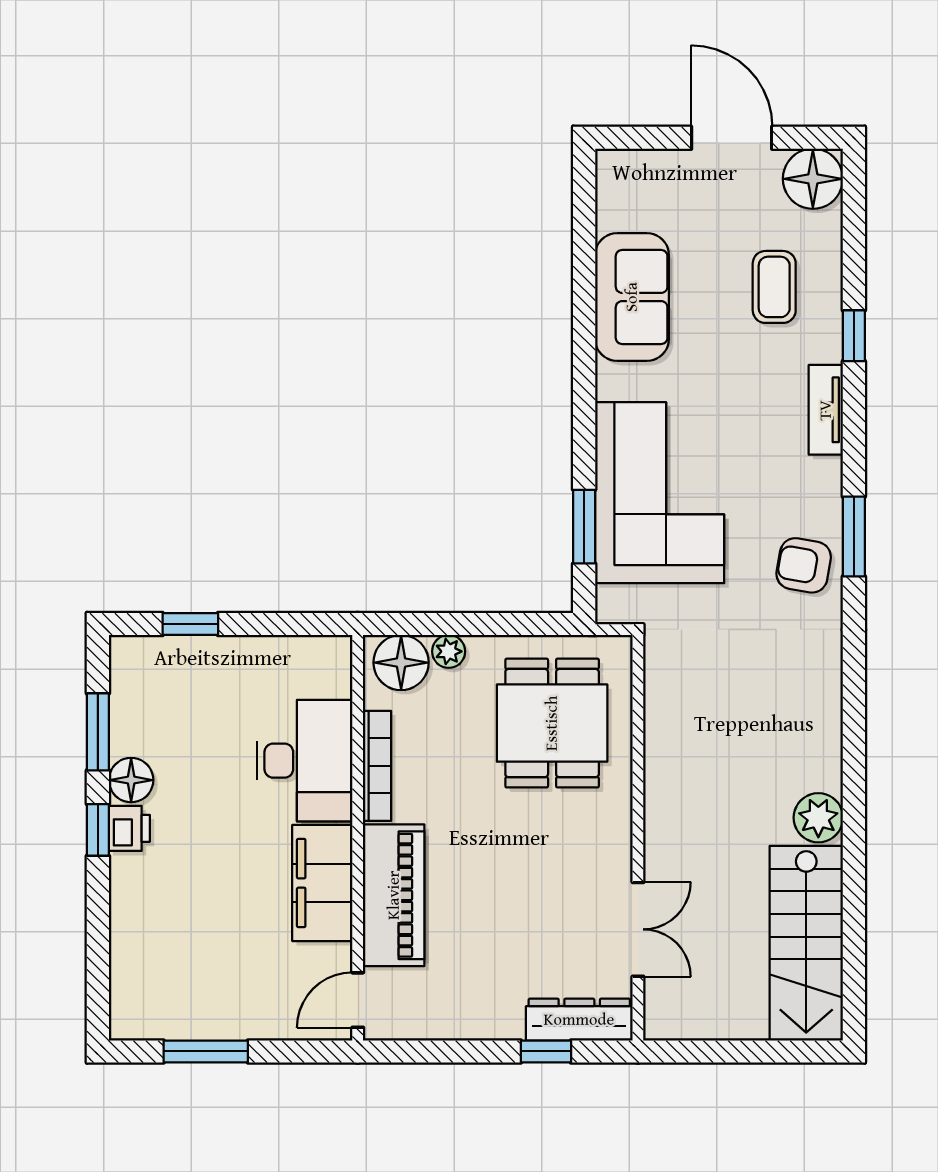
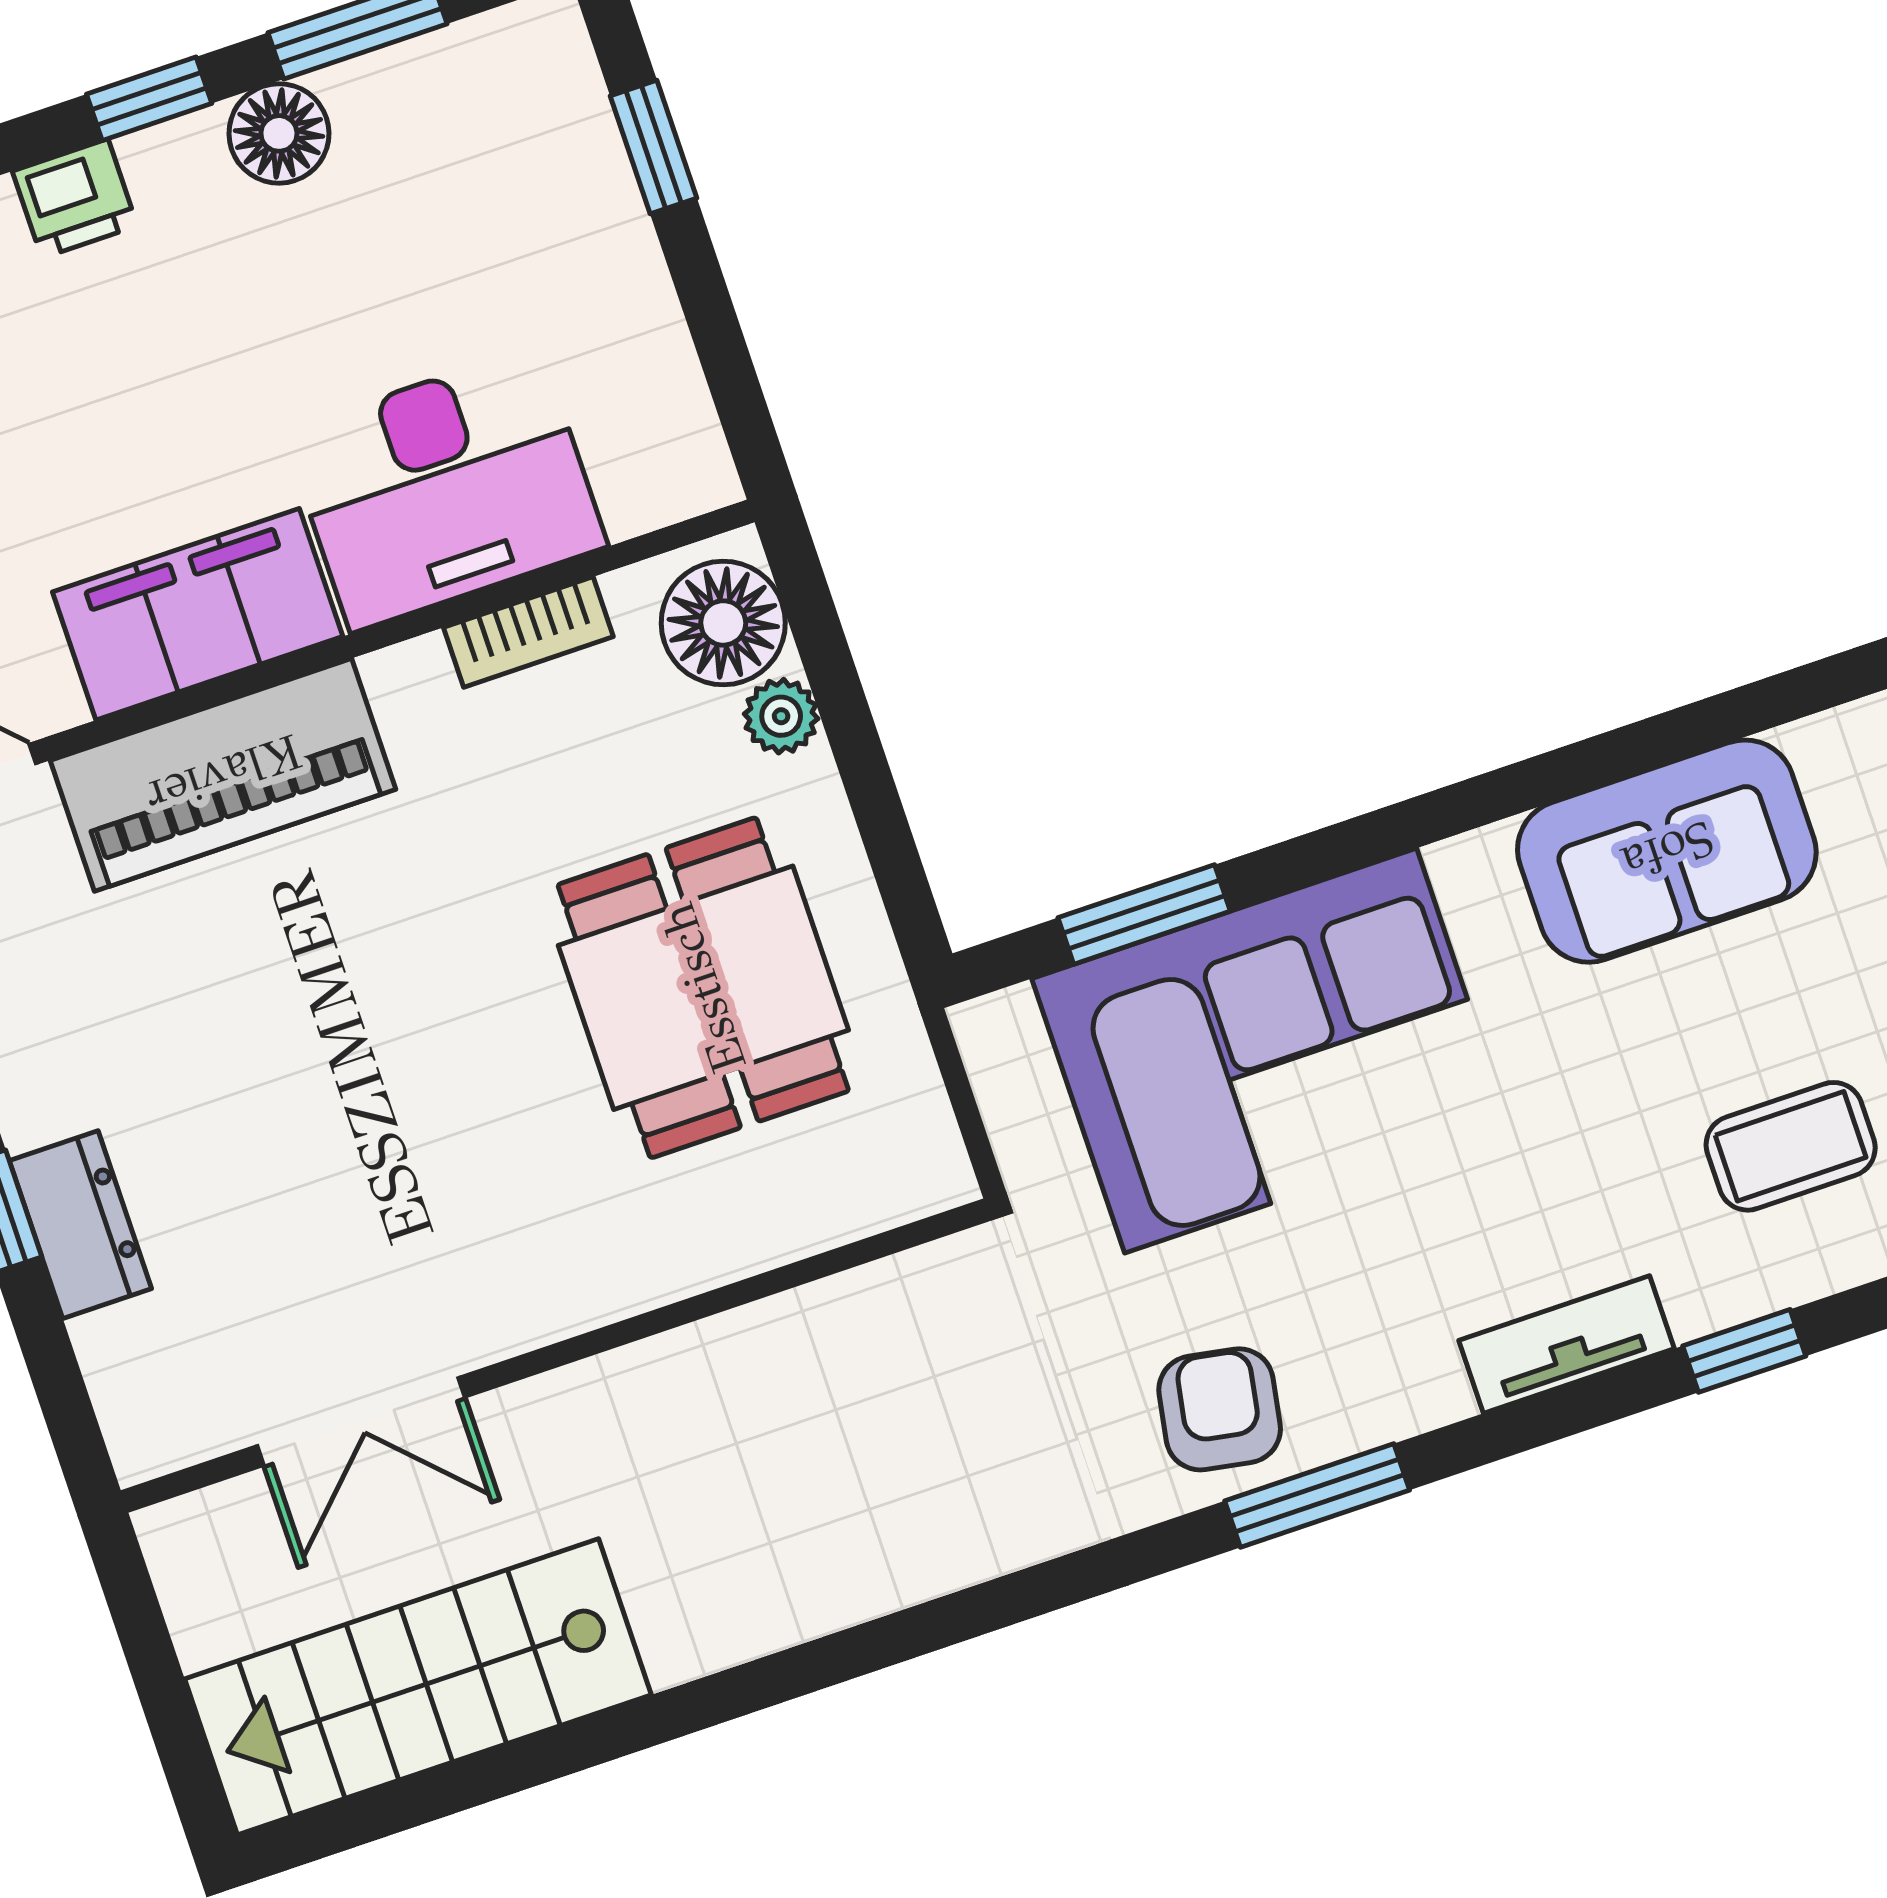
dining table: (552, 723) -> (703, 988), turned 90
bookcase: (377, 766) -> (528, 632), width x0.64
plant: (818, 818) -> (694, 1622), removed
printer: (129, 828) -> (75, 198), moved
wall: (638, 838) -> (556, 1355), moved
double door: (638, 929) -> (361, 1421), moved
dresser: (579, 1020) -> (80, 1225), width x0.70

